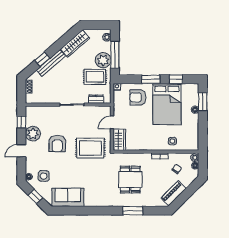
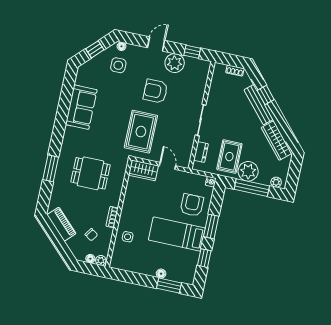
bed: (167, 104) -> (177, 234), width x0.67
door: (21, 151) -> (156, 44), hinge flipped
sofa: (68, 197) -> (81, 107), moved

